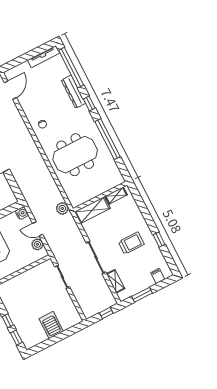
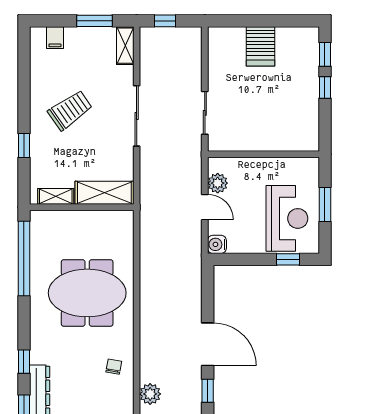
window: (108, 139) -> (24, 259), moved
plant: (62, 208) -> (150, 394), moved
window: (159, 240) -> (24, 146), moved
trolley: (131, 243) -> (70, 110), turned 145
shelving: (115, 281) -> (125, 46), moved

